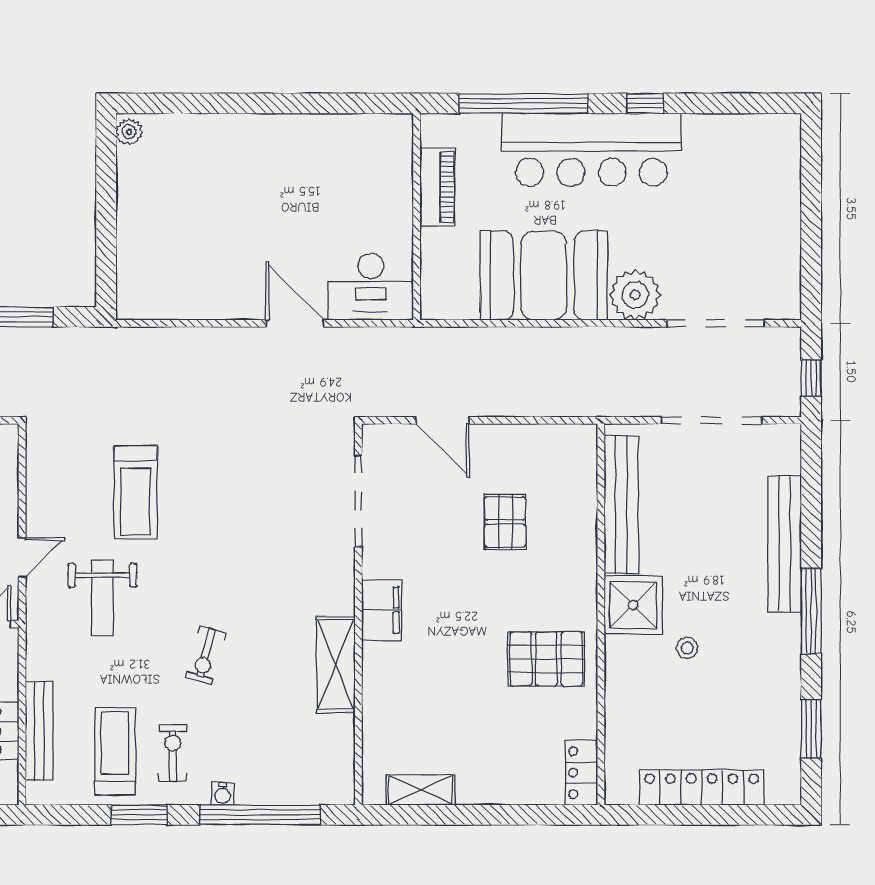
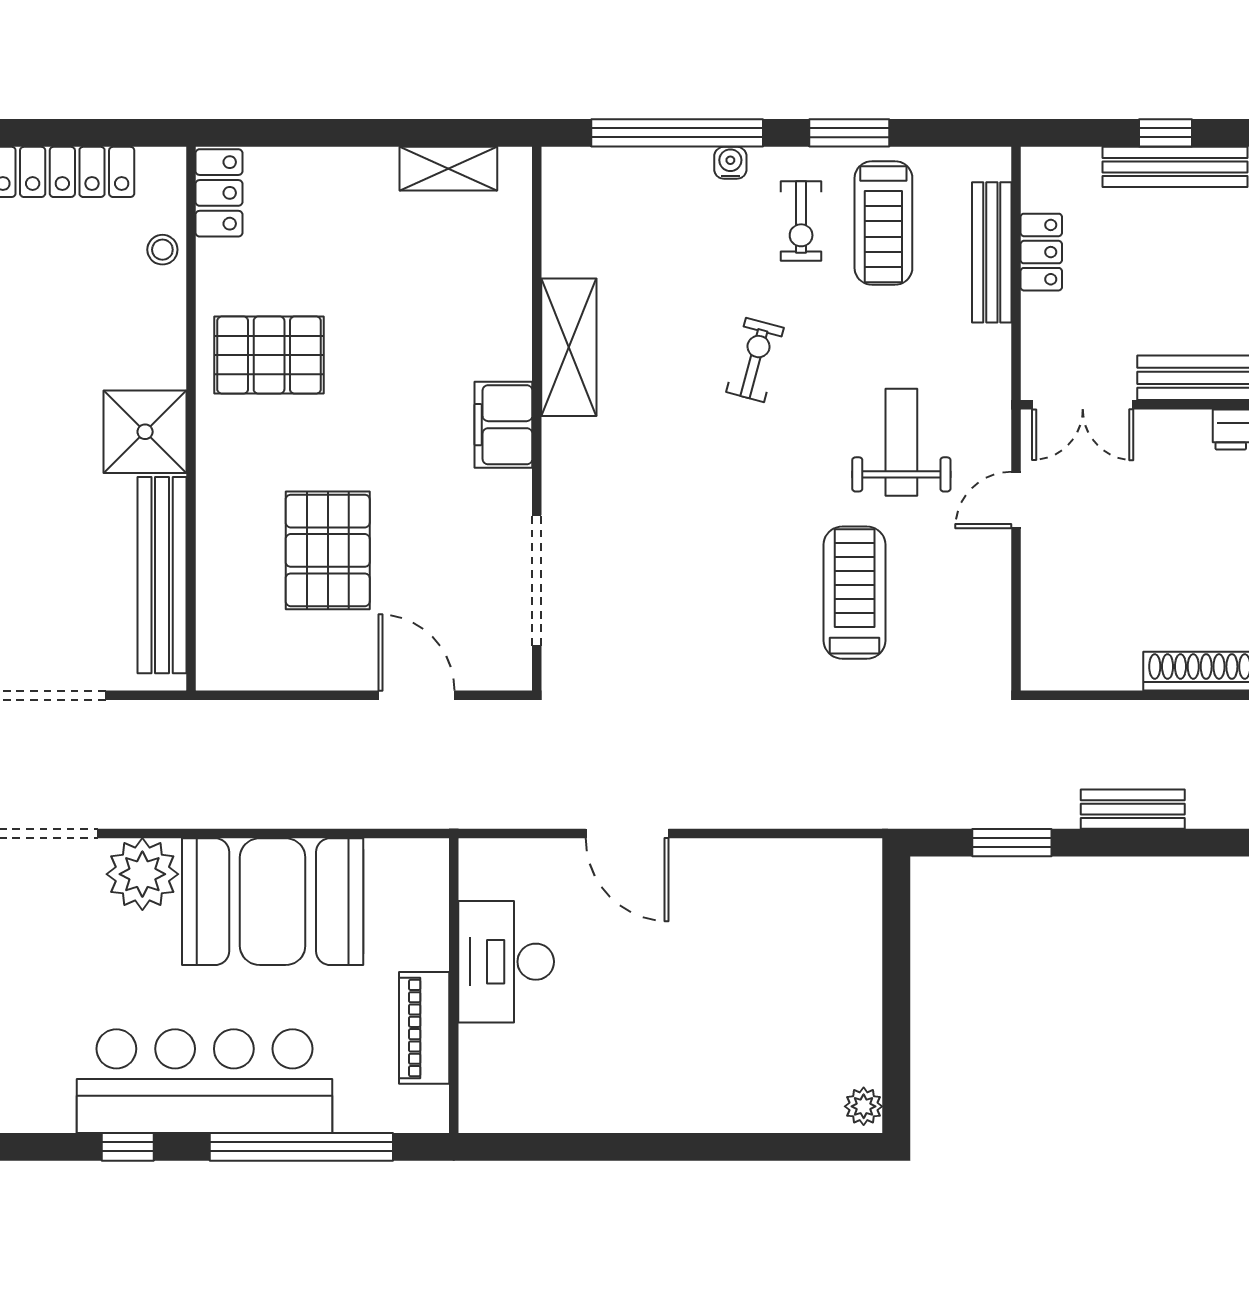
desk: (371, 287) -> (506, 962), moved, turned -90
pallet: (505, 522) -> (328, 550), width x1.50, depth x1.42
stool: (687, 648) -> (162, 250), moved

